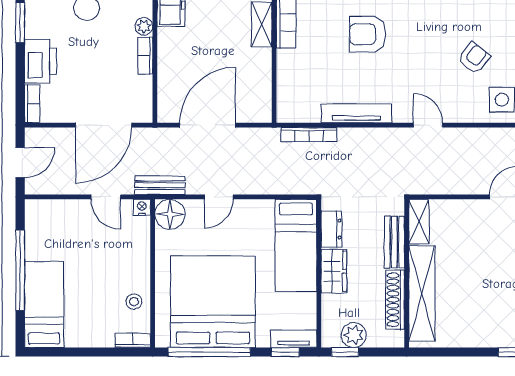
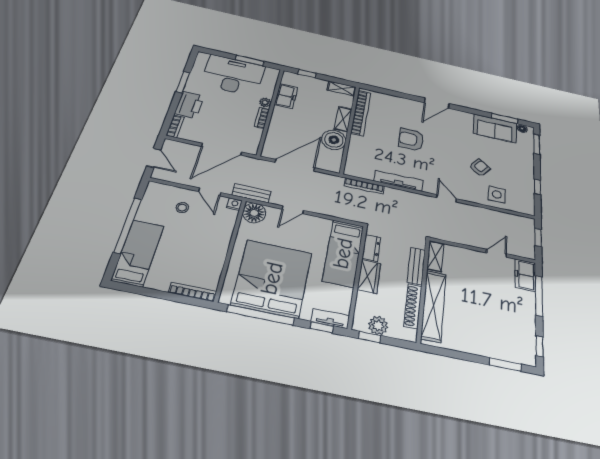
boiler: (254, 67) -> (334, 140), added
door: (20, 163) -> (154, 158), hinge flipped
stool: (134, 302) -> (182, 208), moved
bookcase: (133, 340) -> (193, 292), width x1.56

